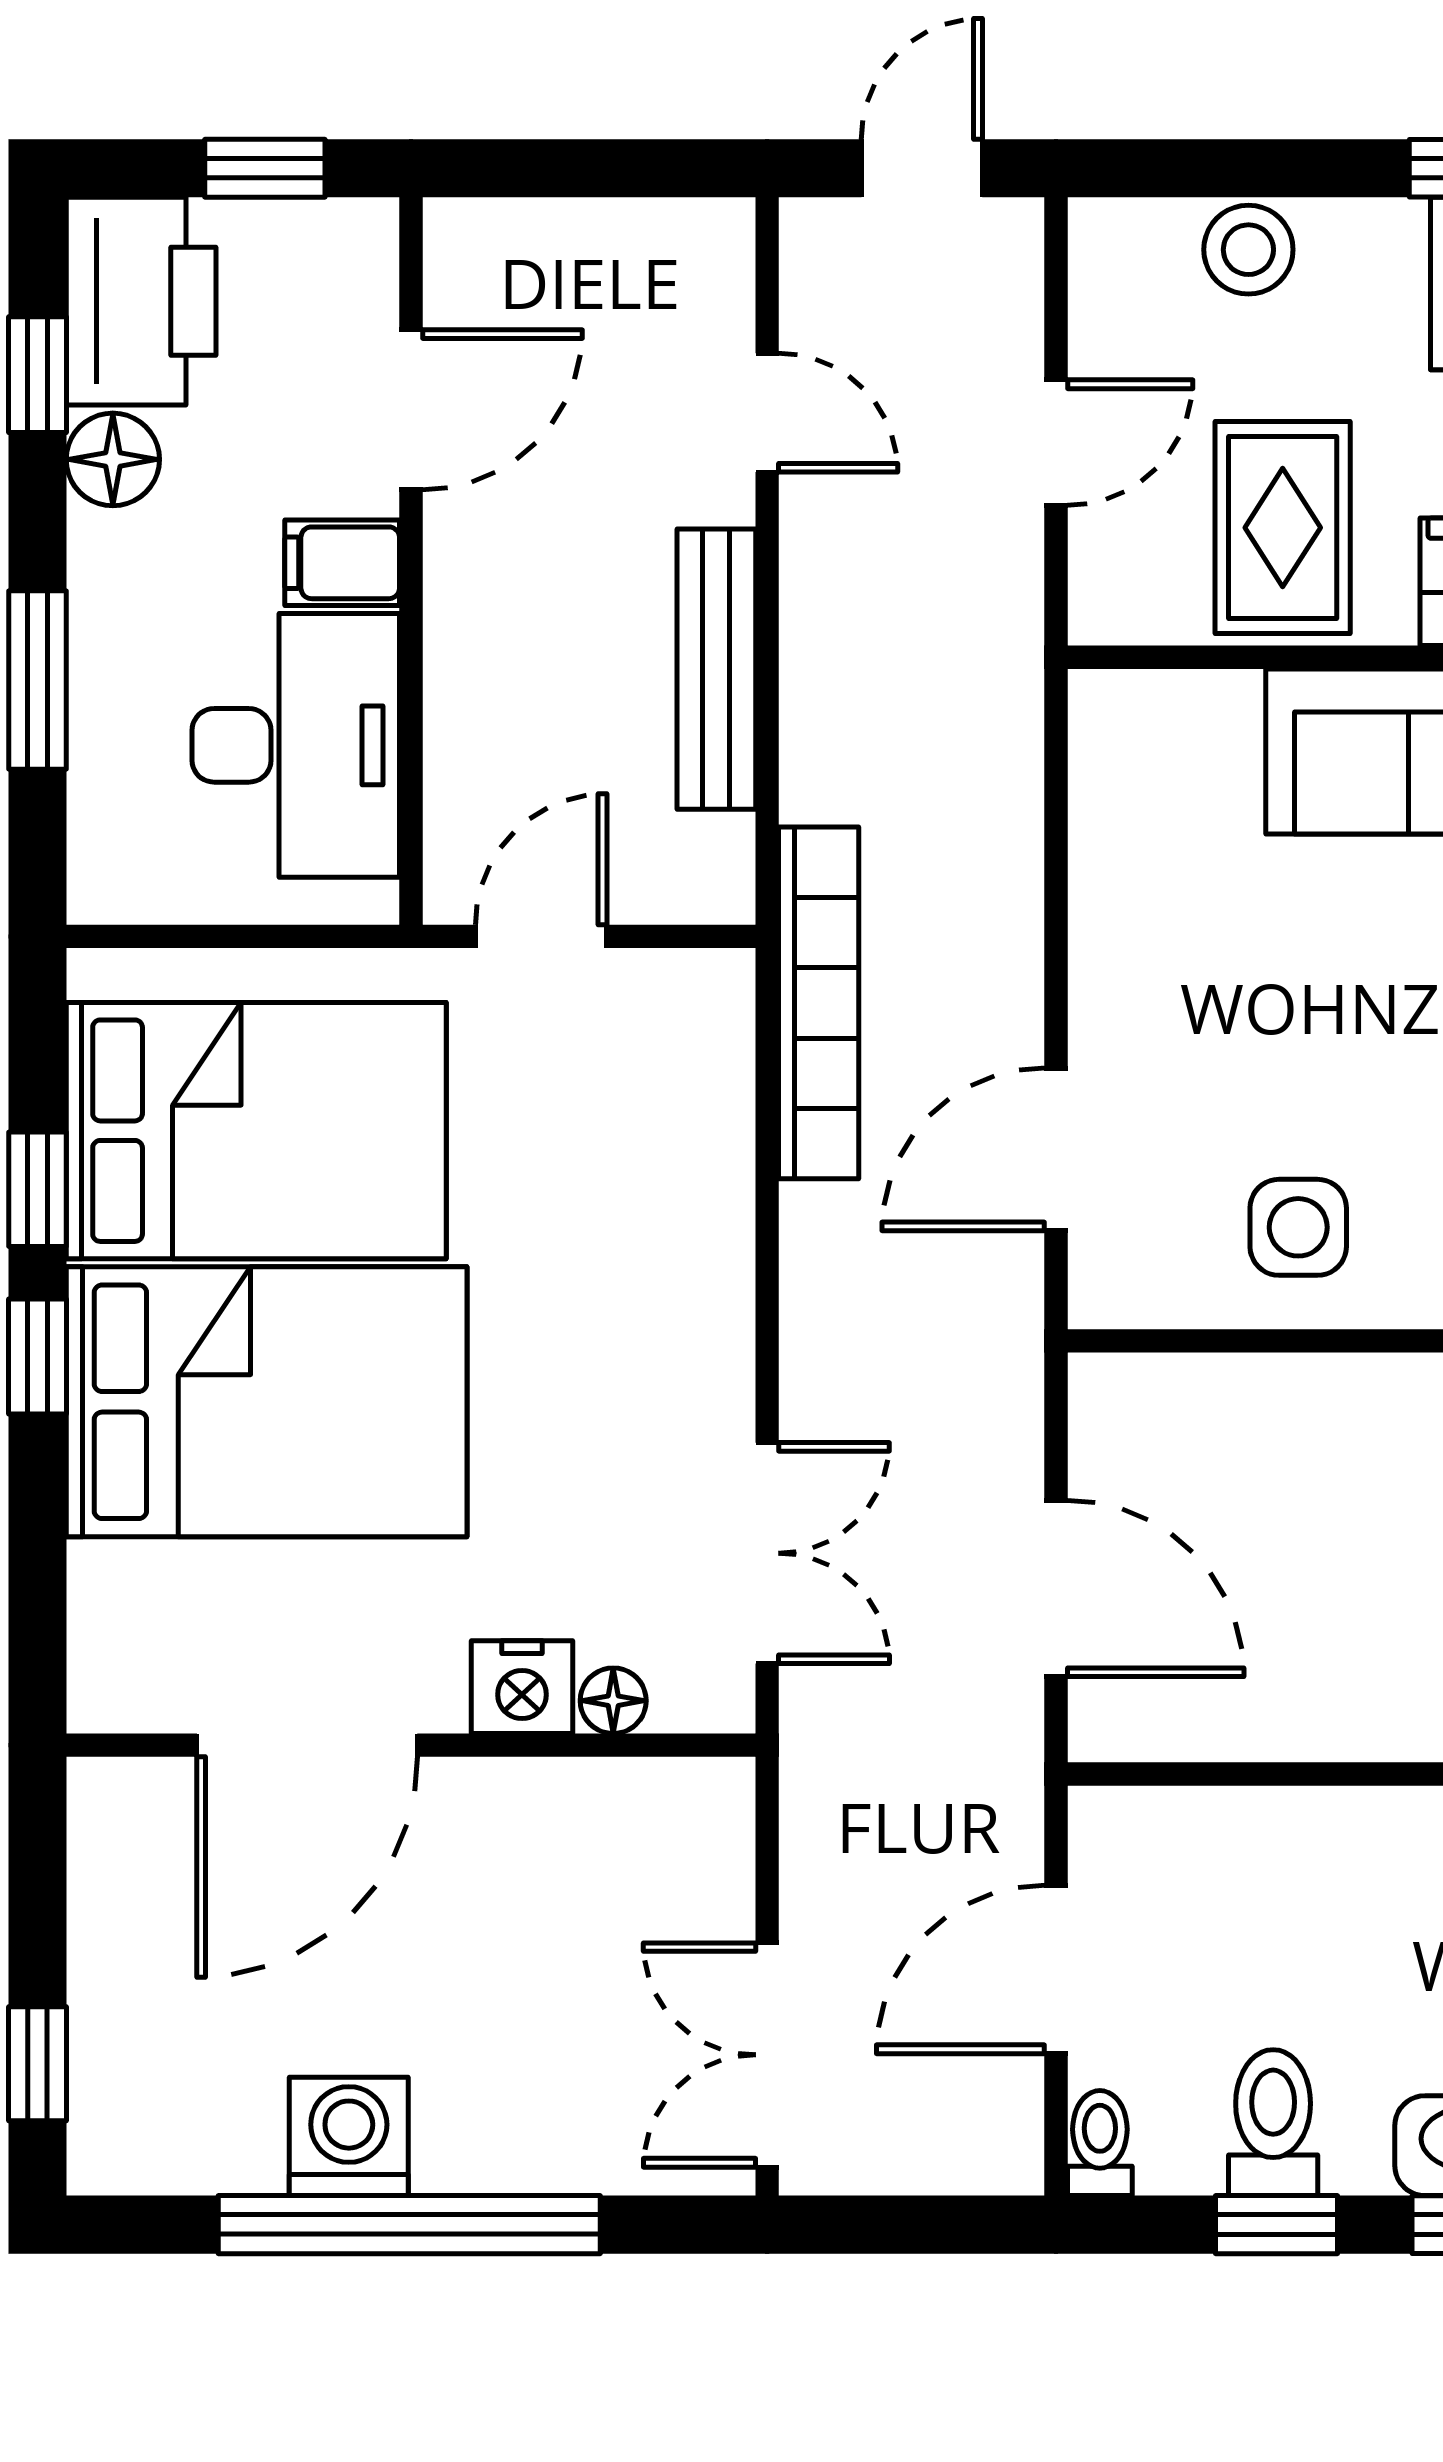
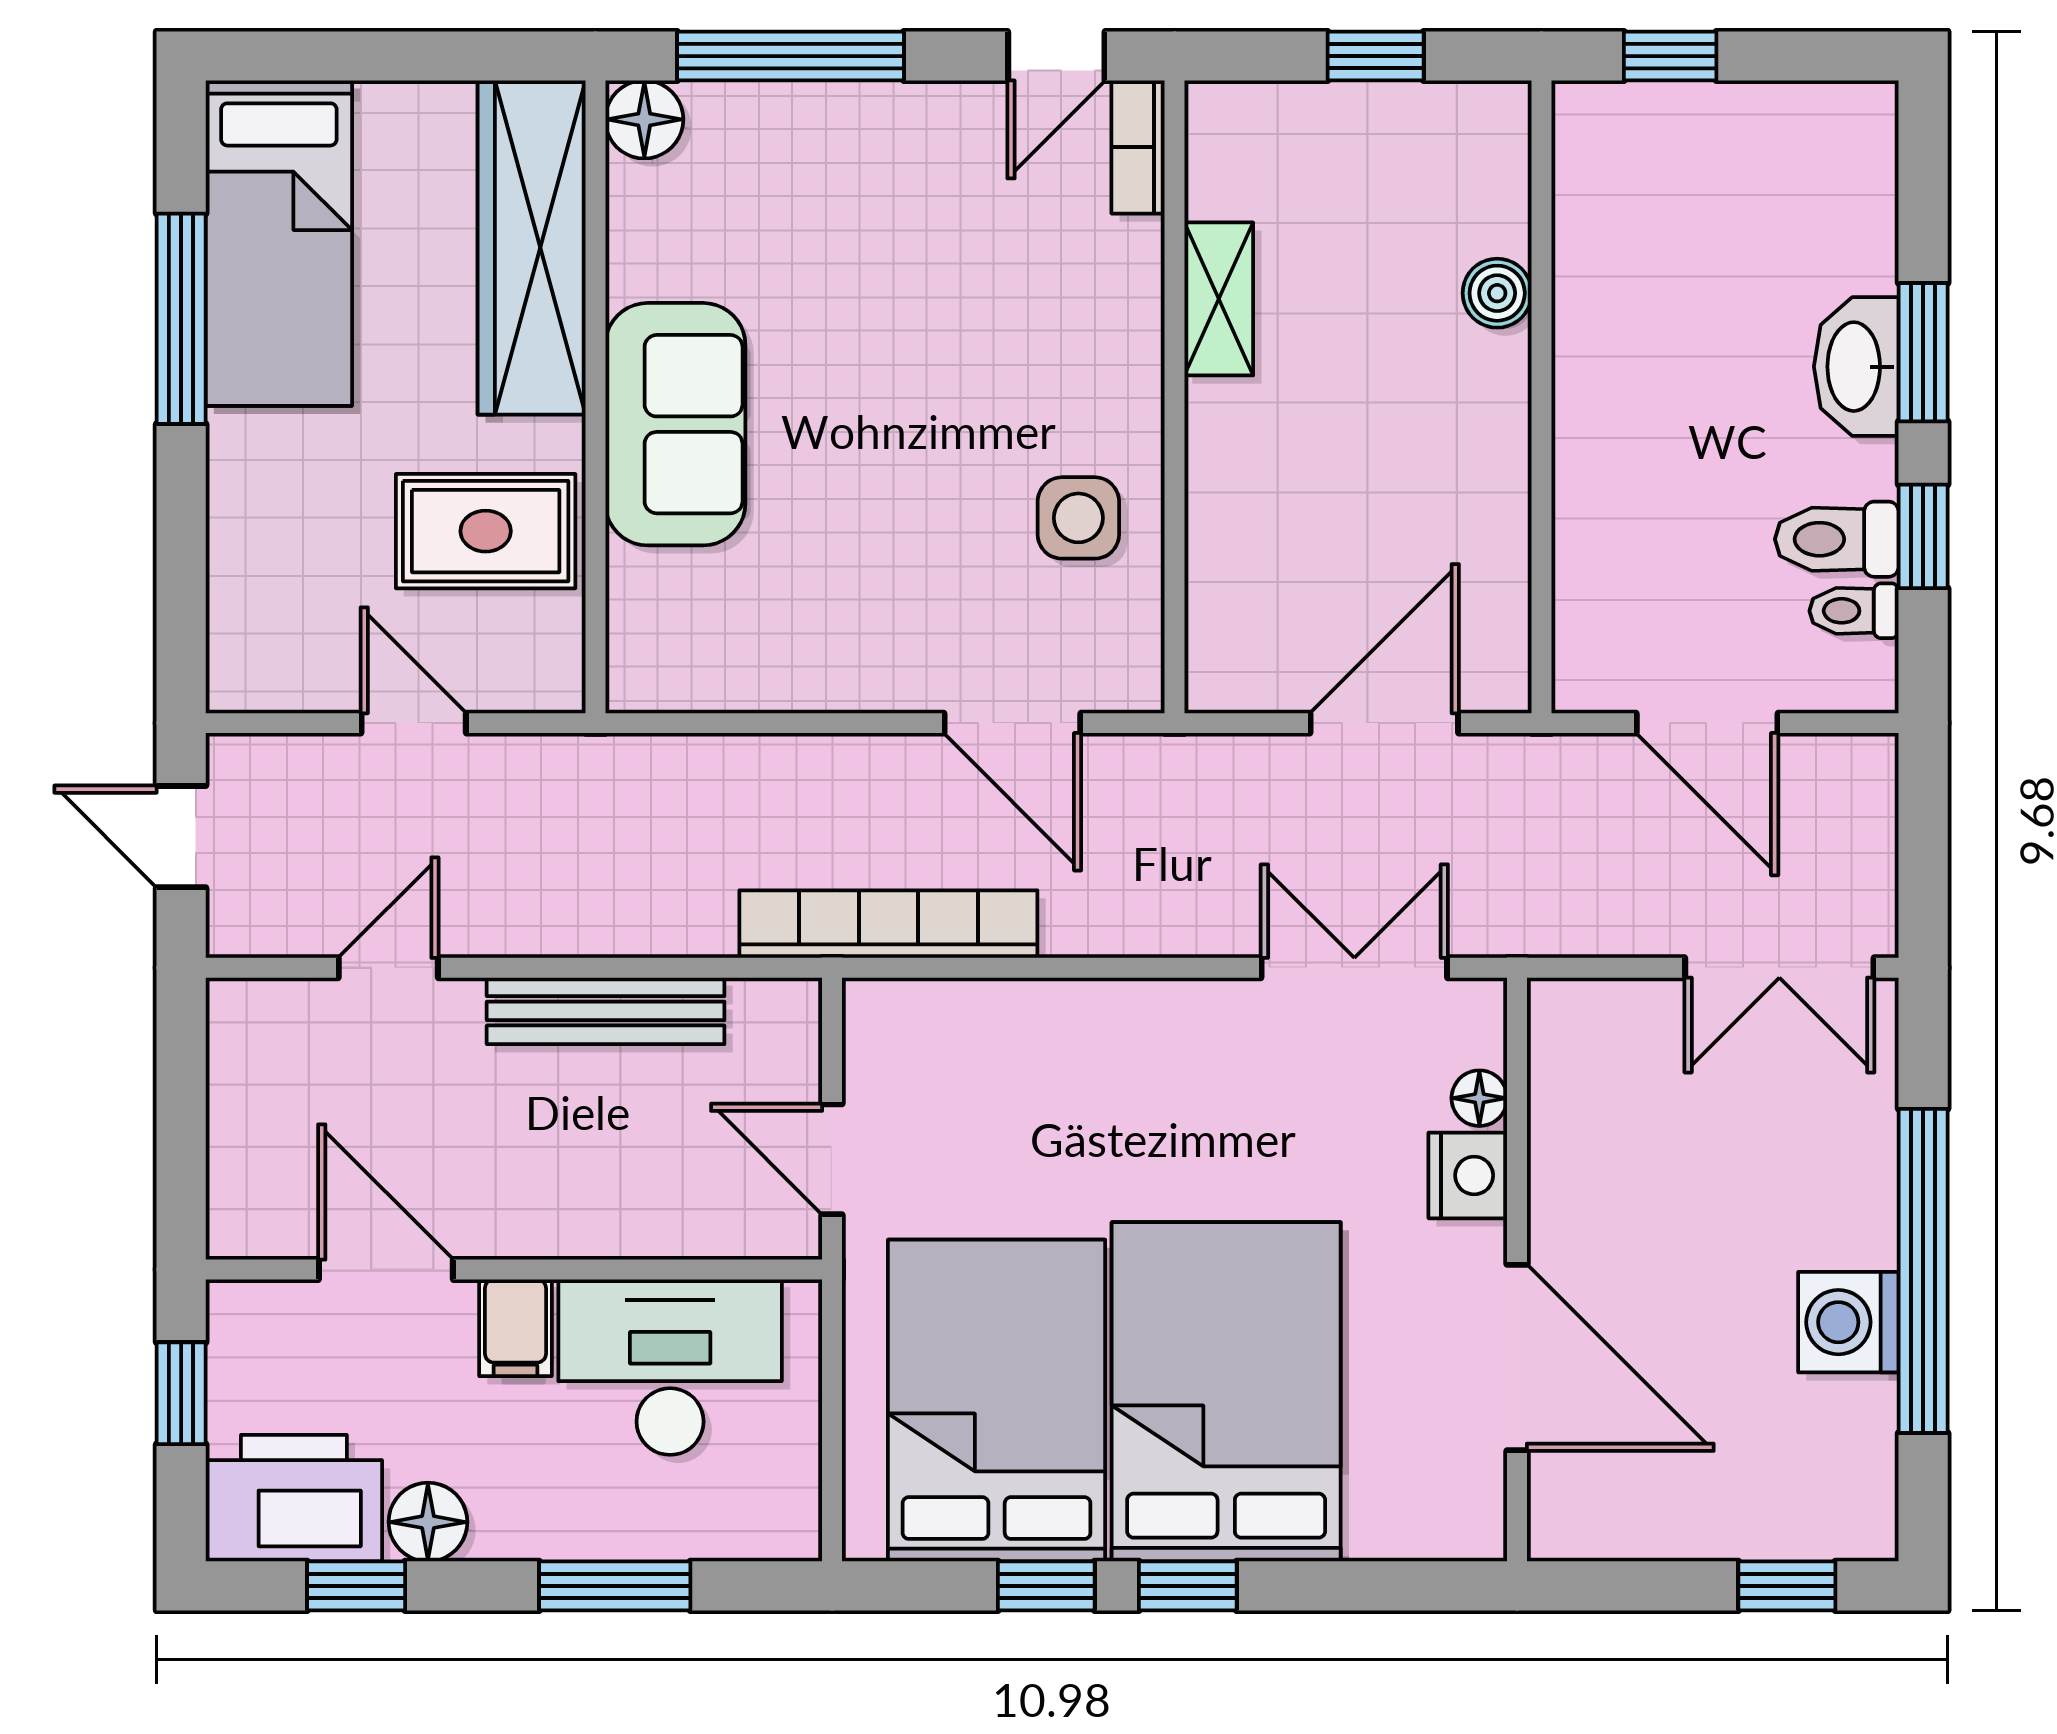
stool: (1248, 250) -> (250, 560), removed
toilet: (1100, 2143) -> (1854, 611), moved

